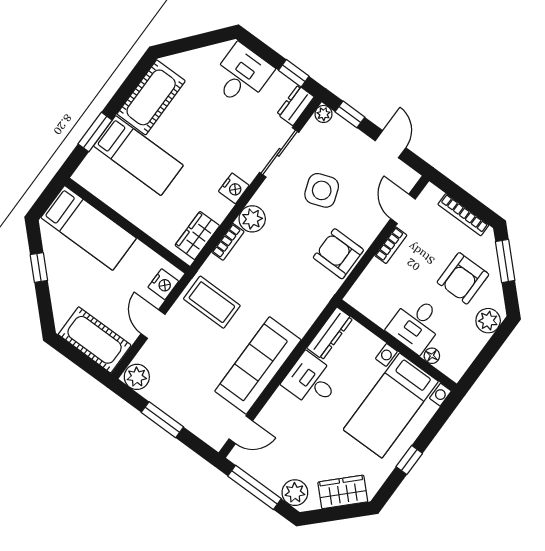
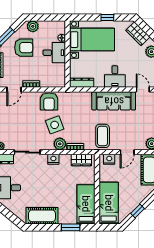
bed: (138, 156) -> (86, 204), moved
side table: (322, 190) -> (55, 125), moved
desk: (311, 381) -> (115, 76), moved

